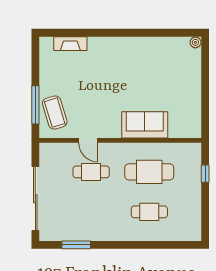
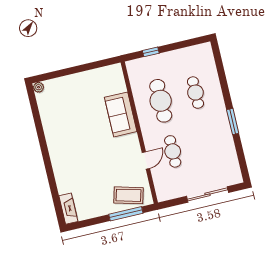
fireplace: (70, 44) -> (68, 209), moved
coffee table: (55, 113) -> (129, 195), turned 32
sliding door: (35, 199) -> (207, 194), width x0.73
window: (76, 245) -> (233, 122), moved

